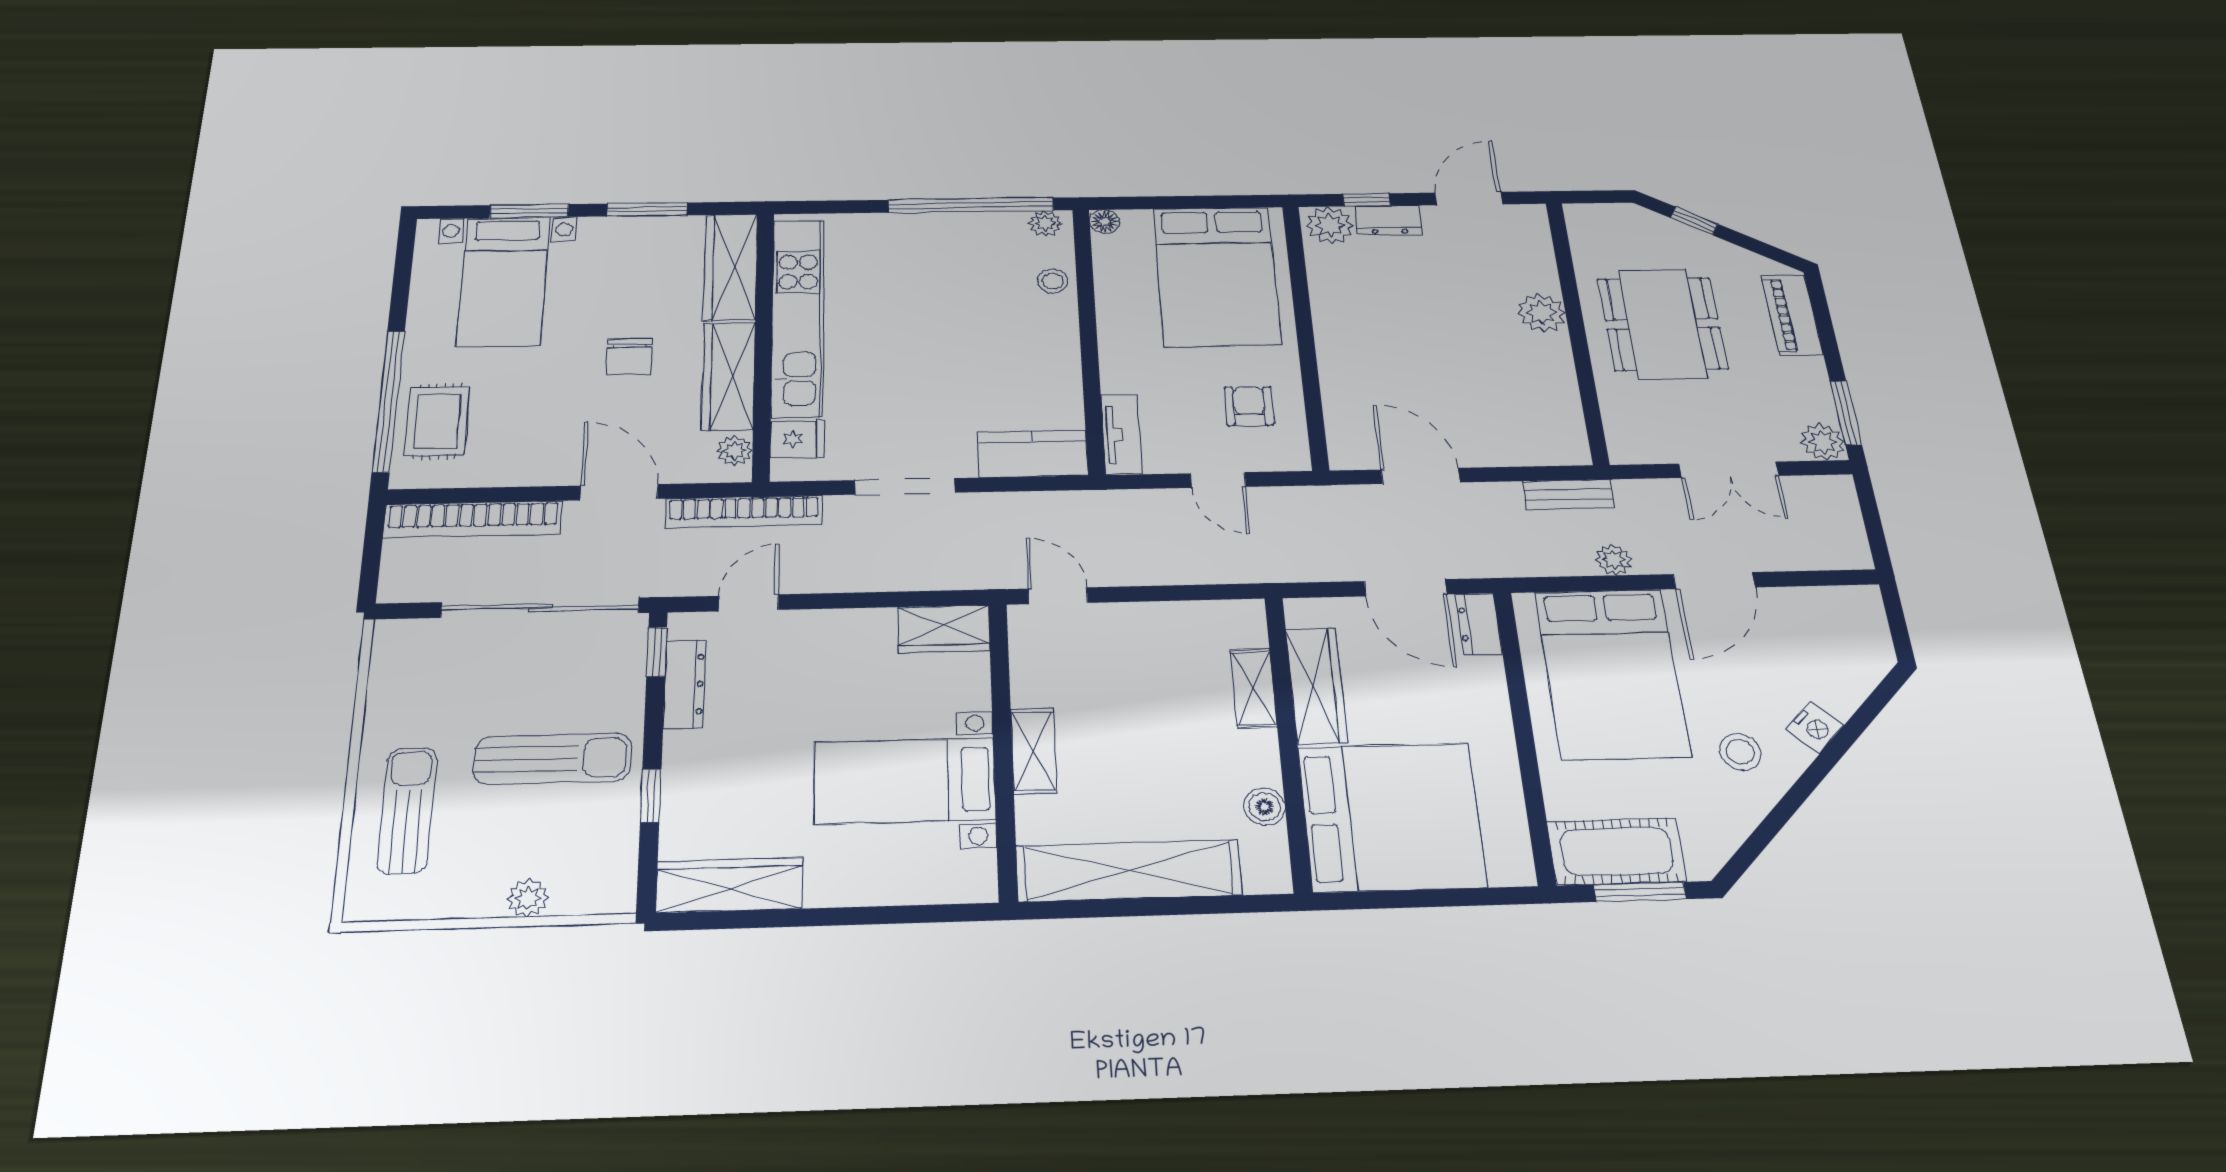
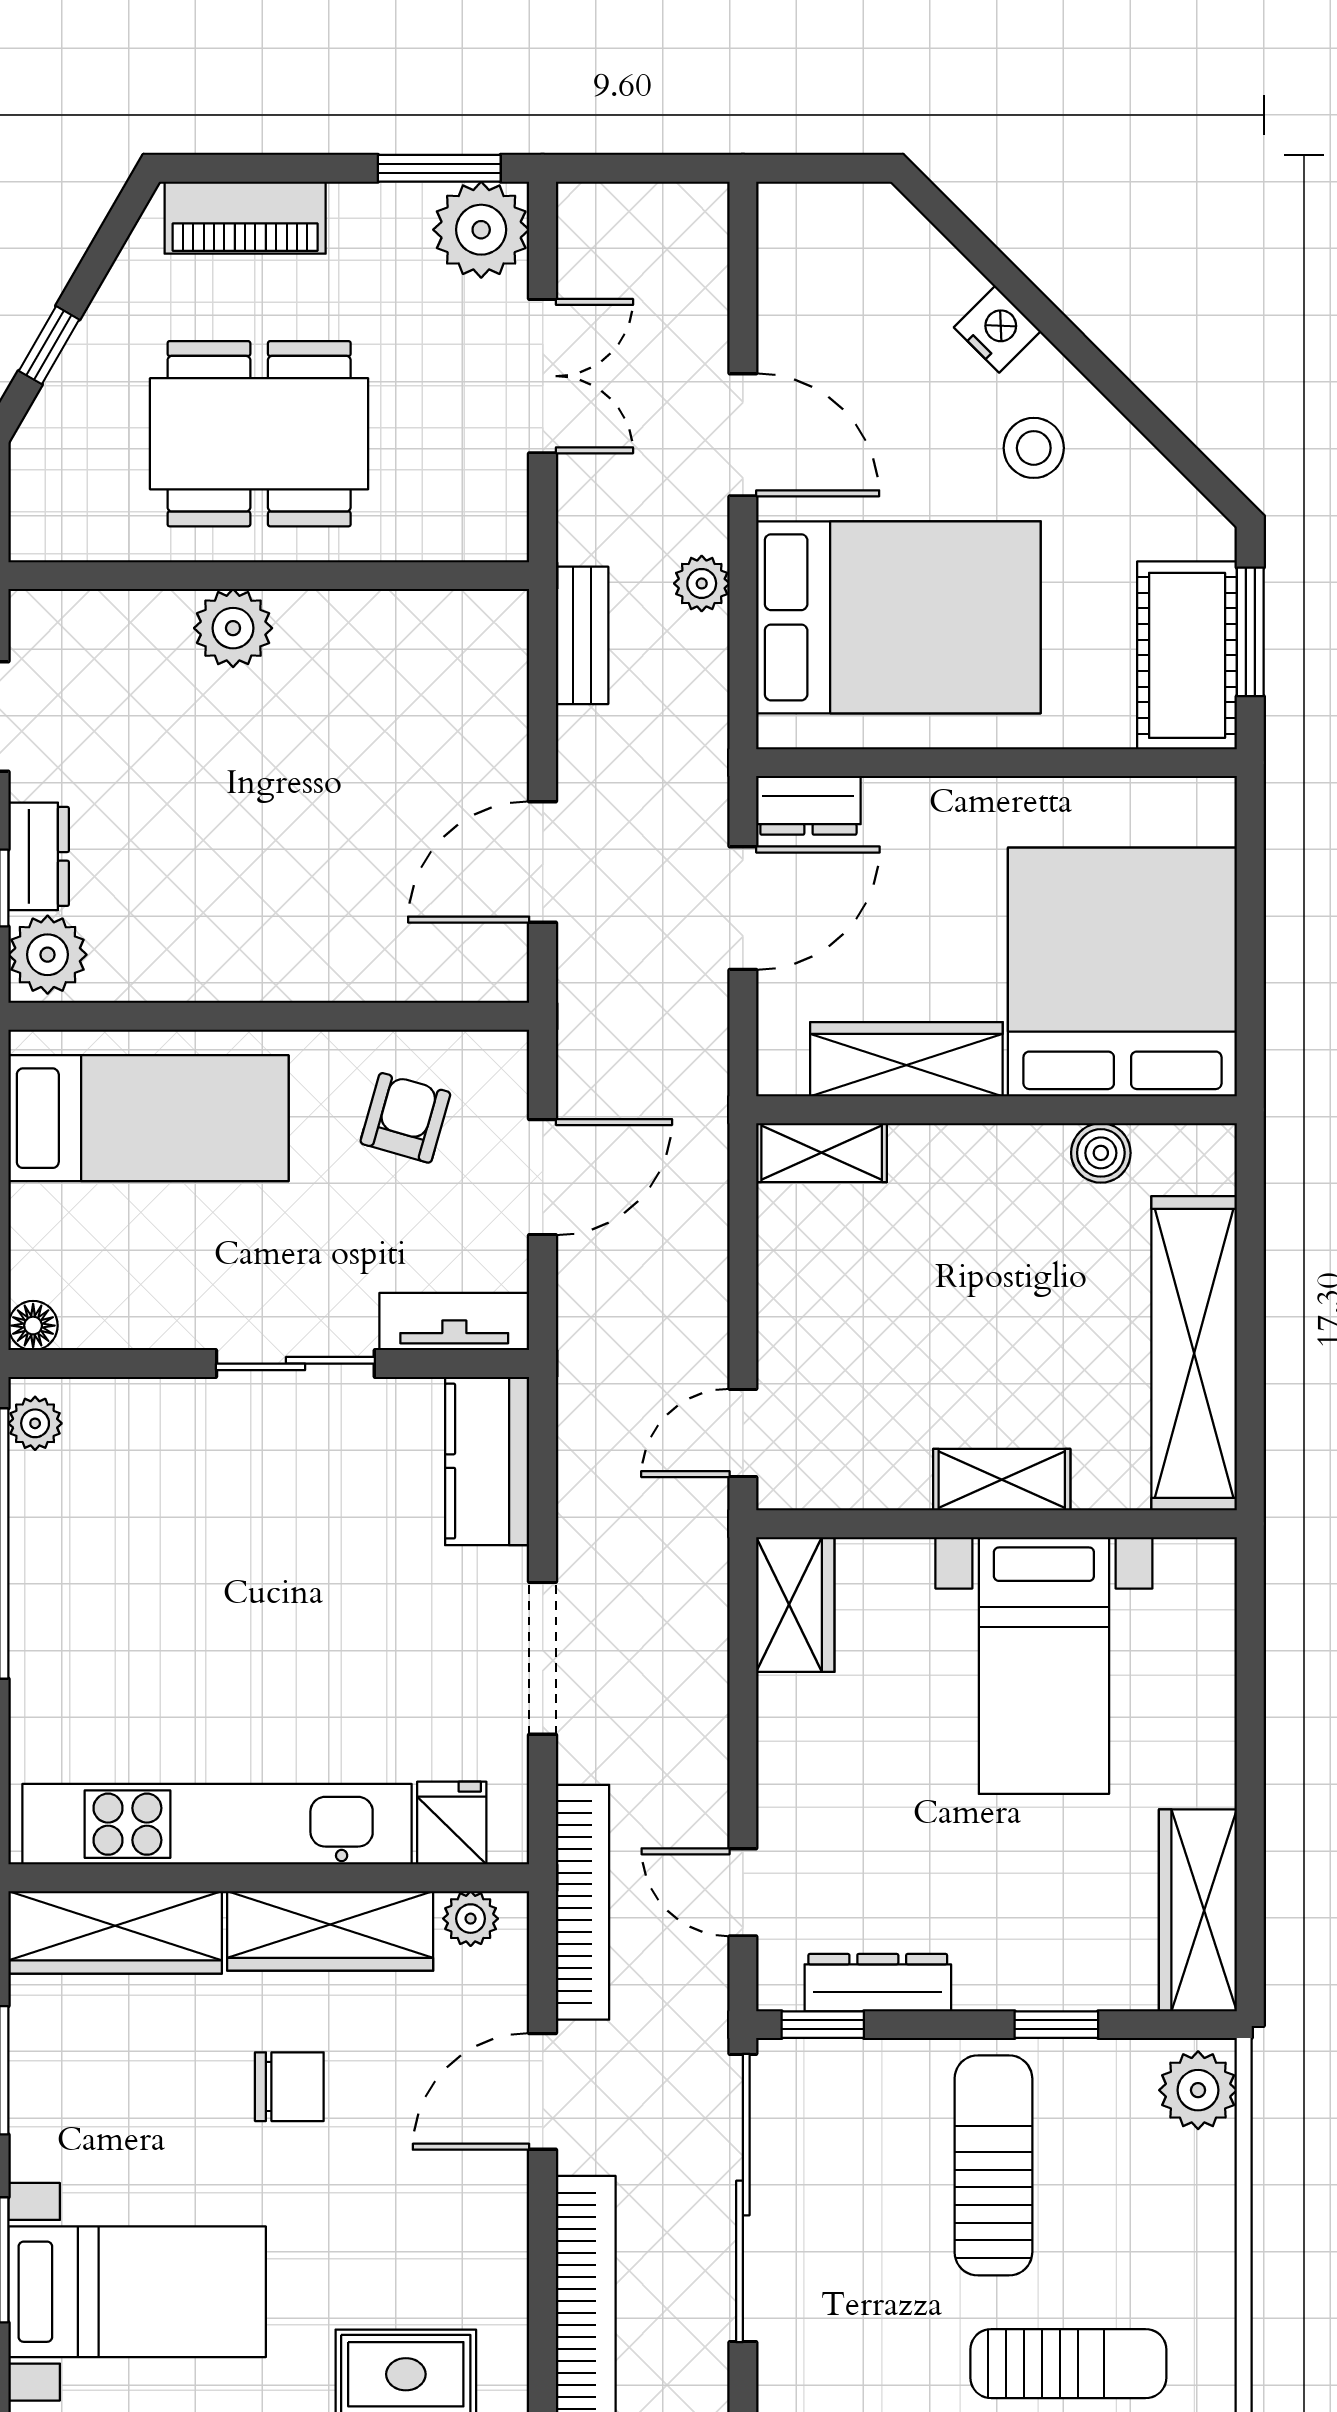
bed: (1217, 276) -> (148, 1118), width x0.67
stool: (1053, 281) -> (154, 1416), removed
sliding door: (1089, 352) -> (295, 1364), added
armchair: (1249, 406) -> (405, 1118), turned 105
plant: (1823, 442) -> (481, 230), width x1.36, depth x1.36
door: (1218, 480) -> (543, 1177), width x1.38
shelving: (1254, 688) -> (822, 1153), moved
sun lounger: (407, 810) -> (1068, 2364), turned 180
plant: (528, 898) -> (1198, 2090), moved, width x1.38, depth x1.38

